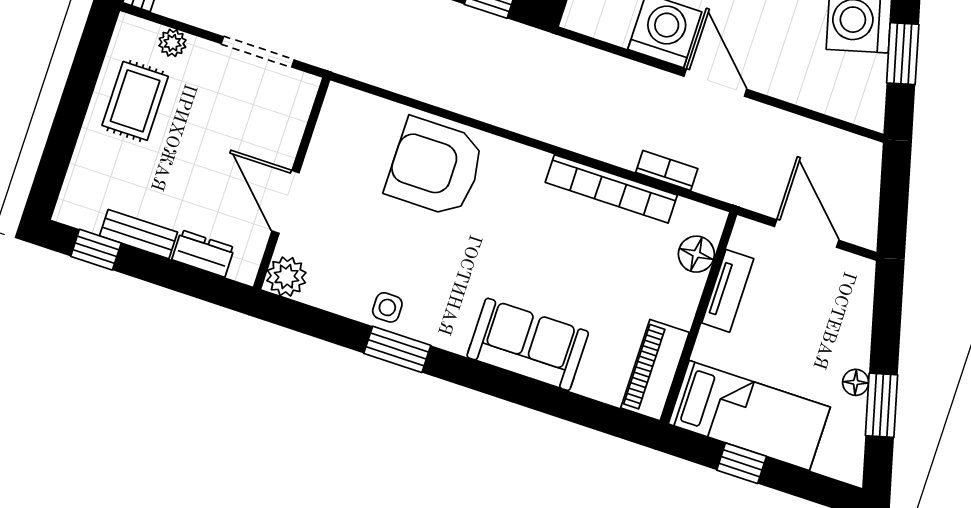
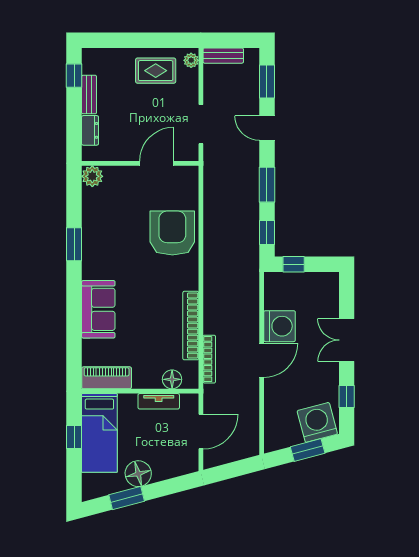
plant: (172, 43) -> (191, 60), moved
bookcase: (667, 170) -> (209, 359), width x1.56
door: (286, 202) -> (157, 163), moved
side table: (387, 307) -> (94, 232), removed
floor lamp: (856, 382) -> (138, 474), width x1.89, depth x1.89

